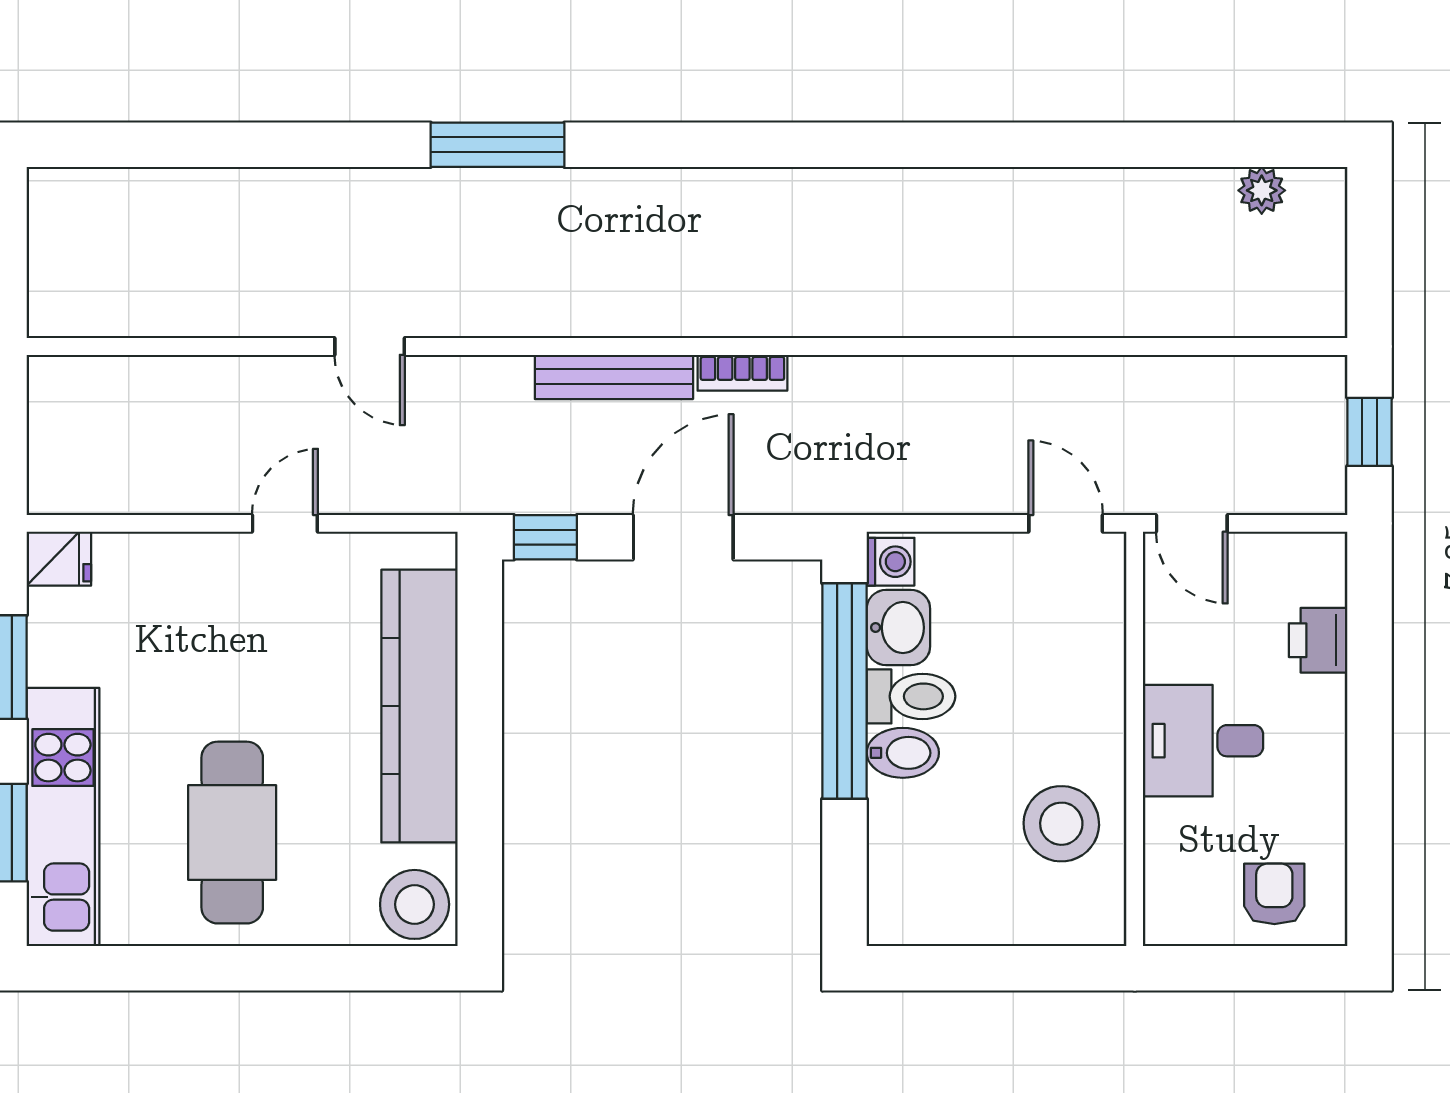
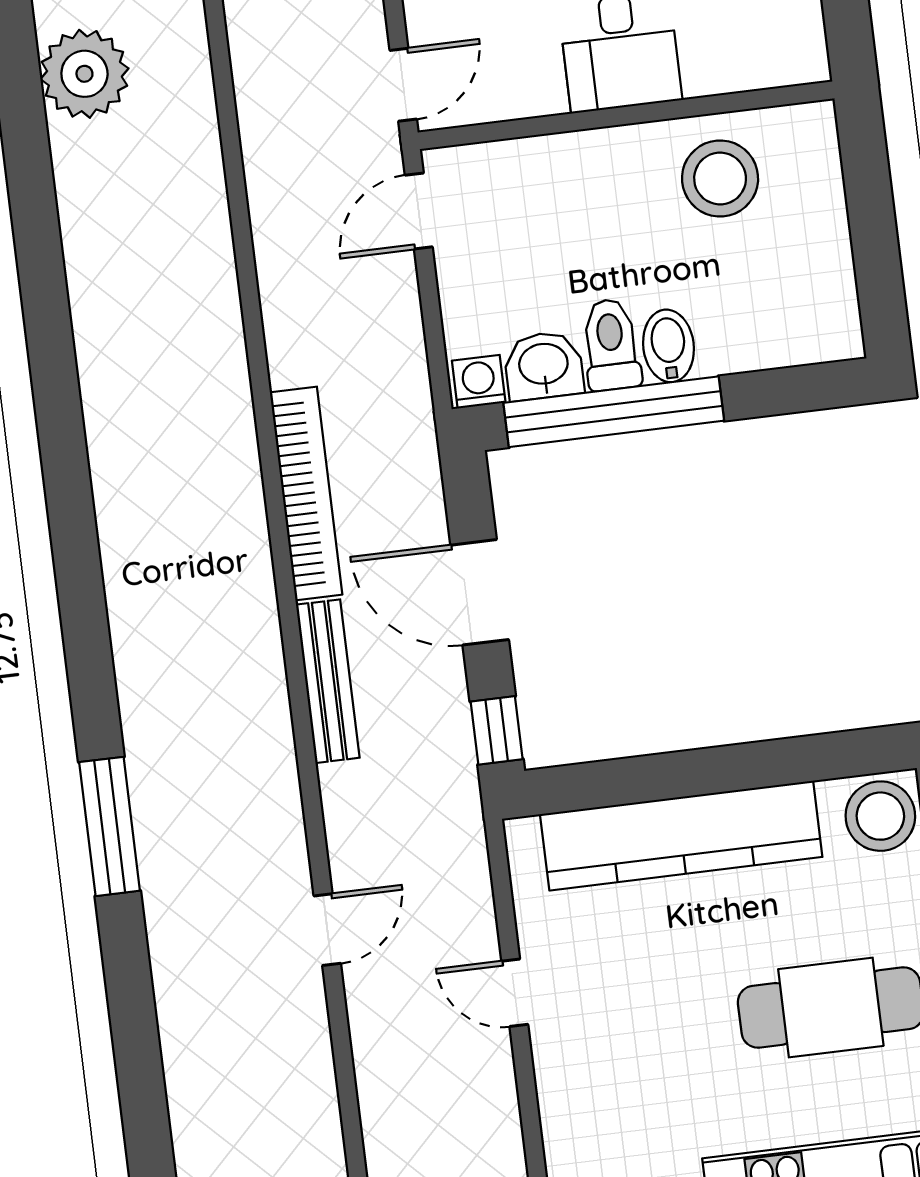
plant: (1262, 190) -> (84, 74), width x1.88, depth x1.88
bookcase: (742, 373) -> (306, 493), width x2.31, depth x1.31

